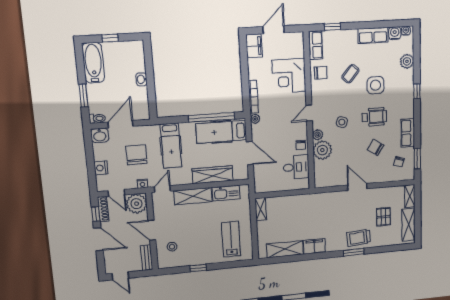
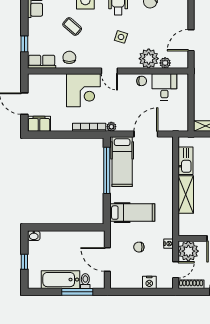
bathtub: (93, 63) -> (61, 280), moved
corner desk: (289, 76) -> (83, 90), moved
washbasin: (142, 79) -> (34, 236), moved
window: (83, 96) -> (77, 292), width x1.44
toilet: (97, 118) -> (85, 281), moved
washbasin: (100, 135) -> (117, 280), removed
plant: (318, 135) -> (165, 63), moved
chair: (136, 155) -> (139, 247), width x0.54, depth x0.54
wardrobe: (213, 175) -> (165, 173), removed
door: (357, 187) -> (191, 40), moved
door: (162, 189) -> (176, 224), removed
window: (96, 214) -> (195, 292), removed

